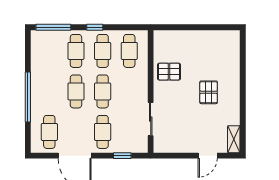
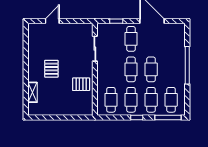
cafe table: (49, 132) -> (171, 100), moved
shelving: (234, 139) -> (32, 92), moved

